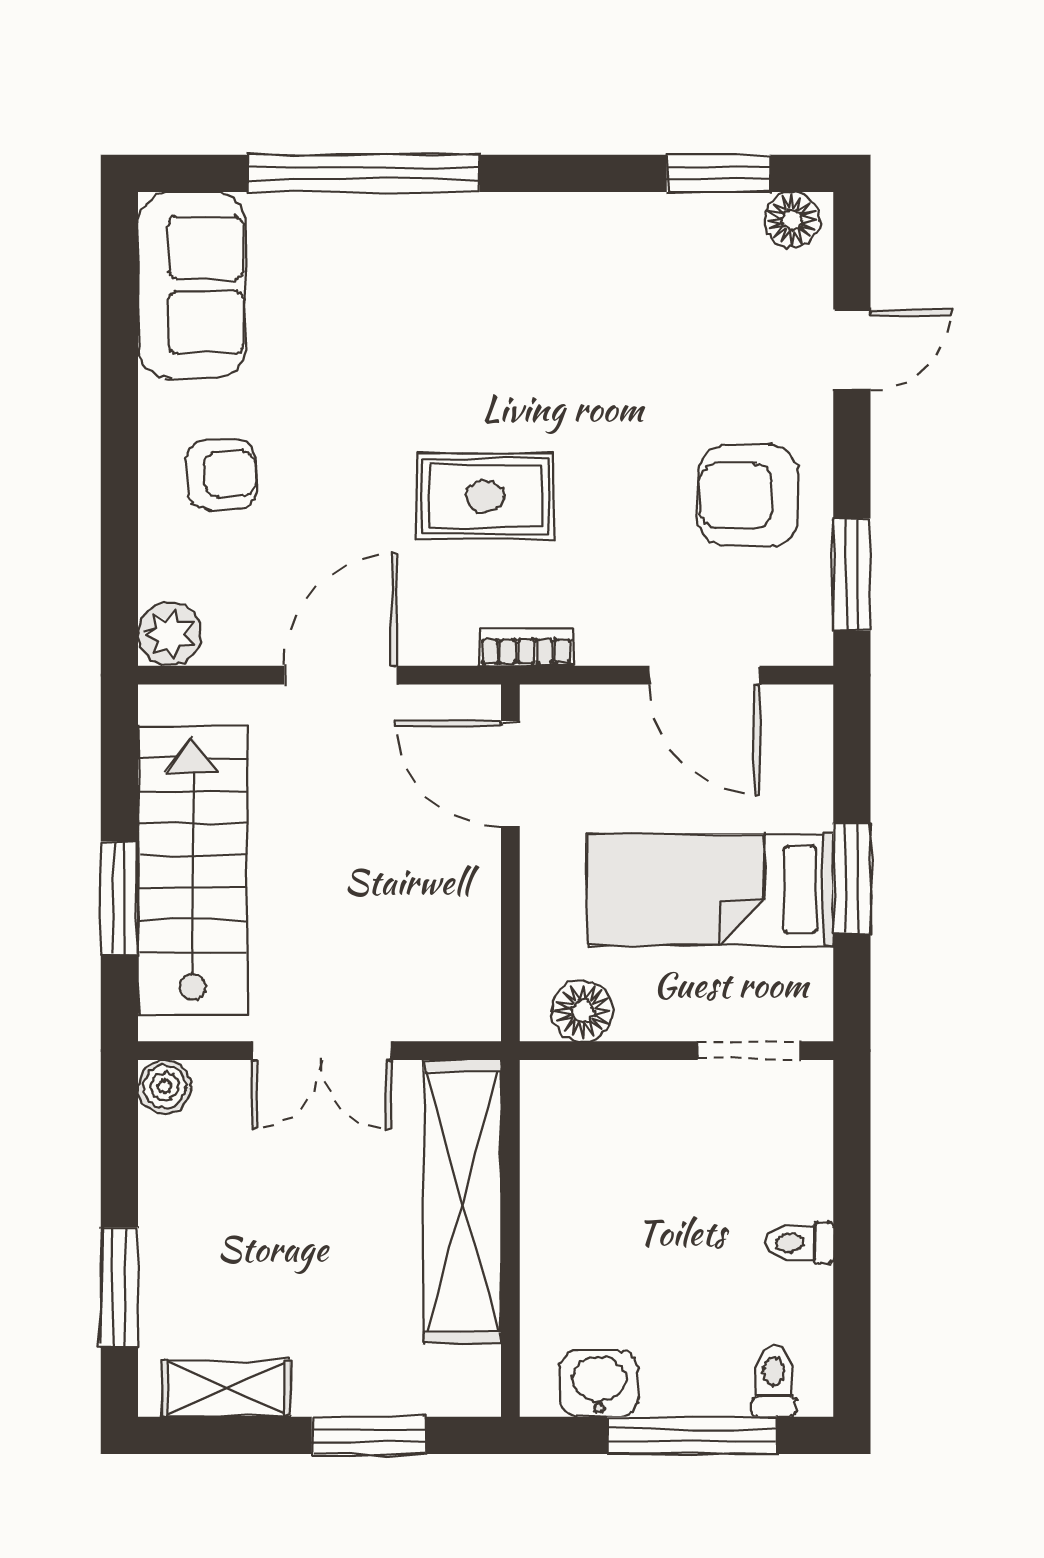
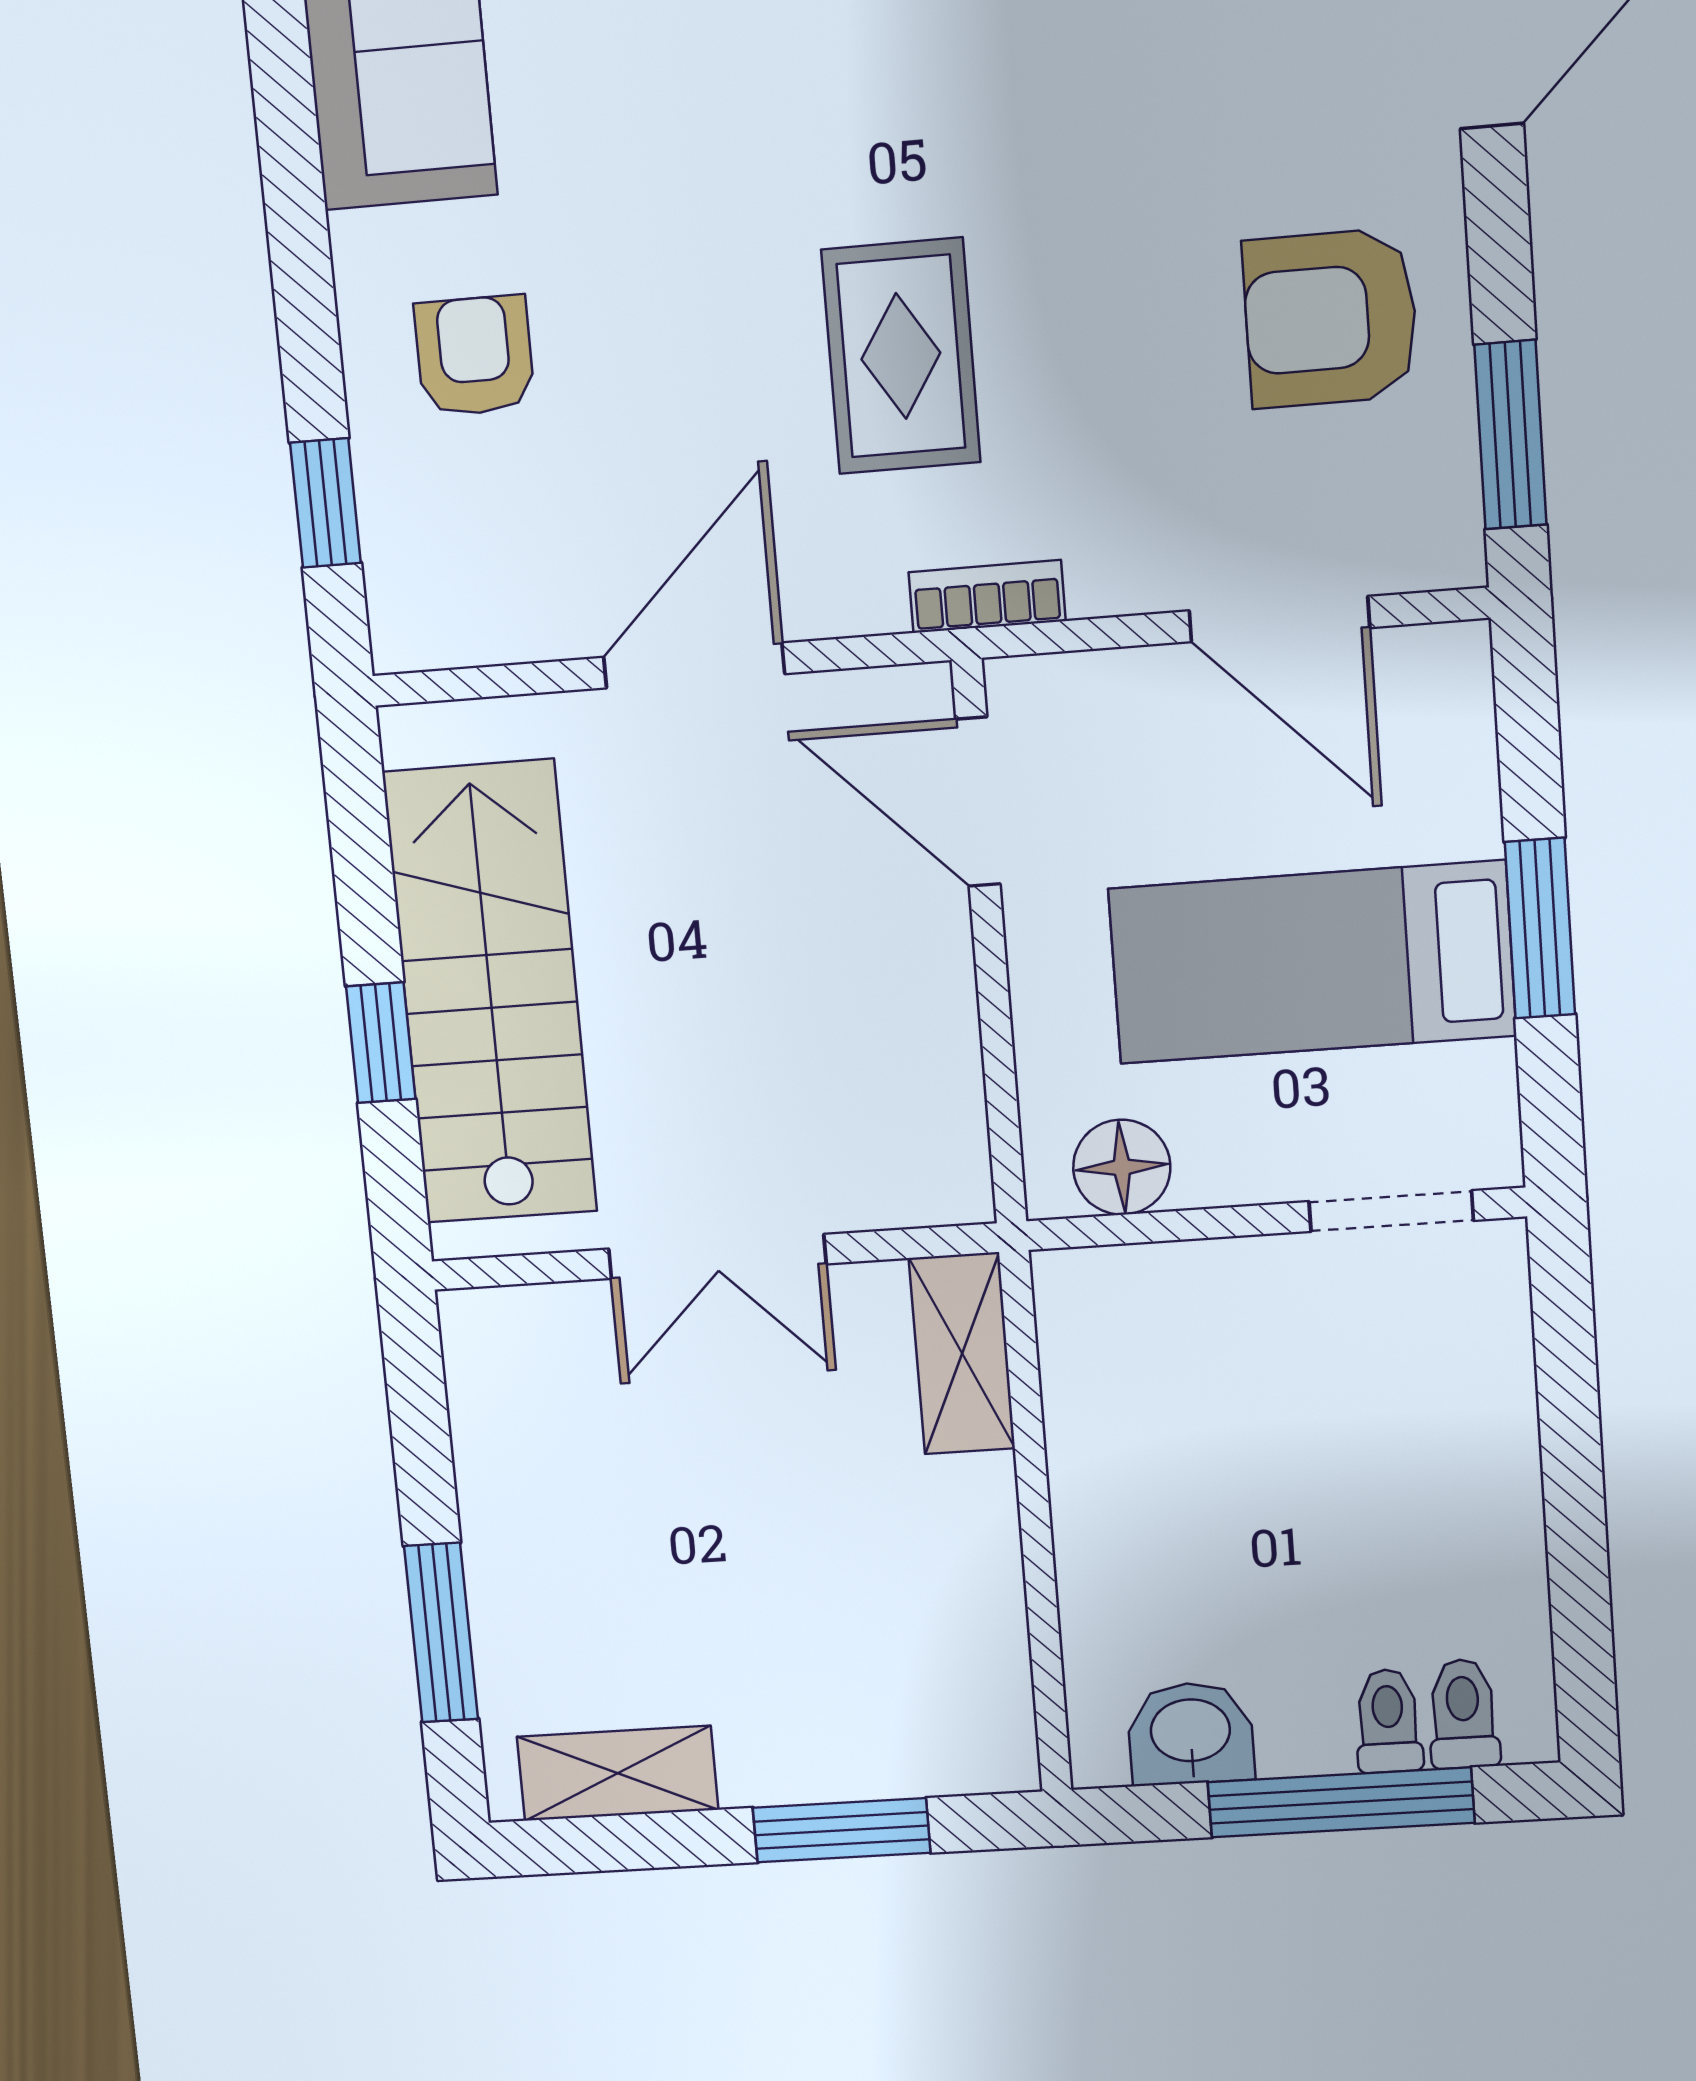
armchair: (222, 474) -> (474, 356), turned -87
rug: (485, 496) -> (901, 356), turned 90
window: (119, 556) -> (326, 503), added
plant: (170, 634) -> (417, 621), removed
window: (119, 898) -> (381, 1043), width x0.67
boiler: (165, 1087) -> (480, 1328), removed
shelving: (463, 1201) -> (962, 1353), width x0.45, depth x0.75
toilet: (799, 1243) -> (1388, 1721), moved, turned 90

